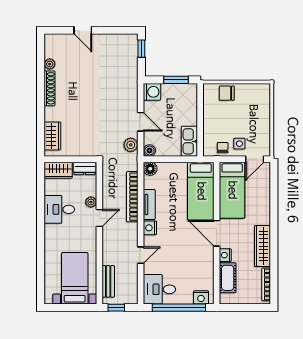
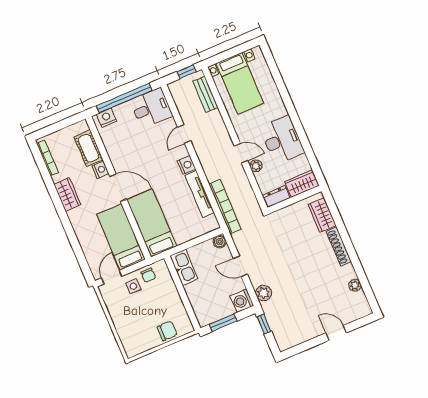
window: (141, 49) -> (264, 324), moved
shoe rack: (50, 88) -> (339, 246), moved
plant: (131, 145) -> (263, 293), moved
floor lamp: (150, 169) -> (211, 224), removed
bookcase: (132, 197) -> (225, 207), moved
tv unit: (149, 205) -> (200, 194), width x1.41
desk: (59, 209) -> (282, 140), width x1.37
door: (99, 218) -> (241, 153), swing flipped
wardrobe: (262, 246) -> (67, 194), width x0.67

